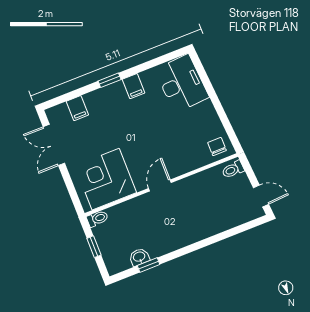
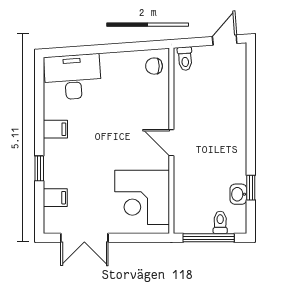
window: (110, 80) -> (39, 168), moved
toilet: (97, 219) -> (220, 222), moved
window: (94, 247) -> (209, 238), width x2.17

